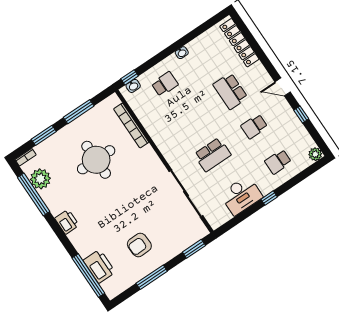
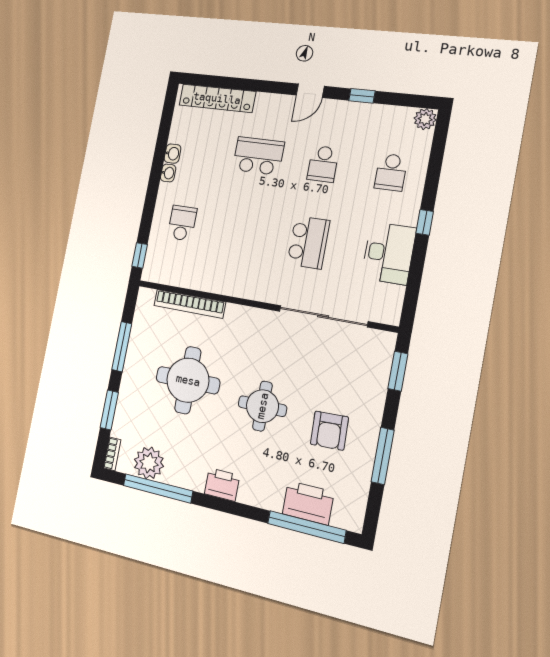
washbasin: (133, 86) -> (173, 154), moved
school desk: (230, 91) -> (258, 156), turned 180
round table: (120, 206) -> (262, 406), added

